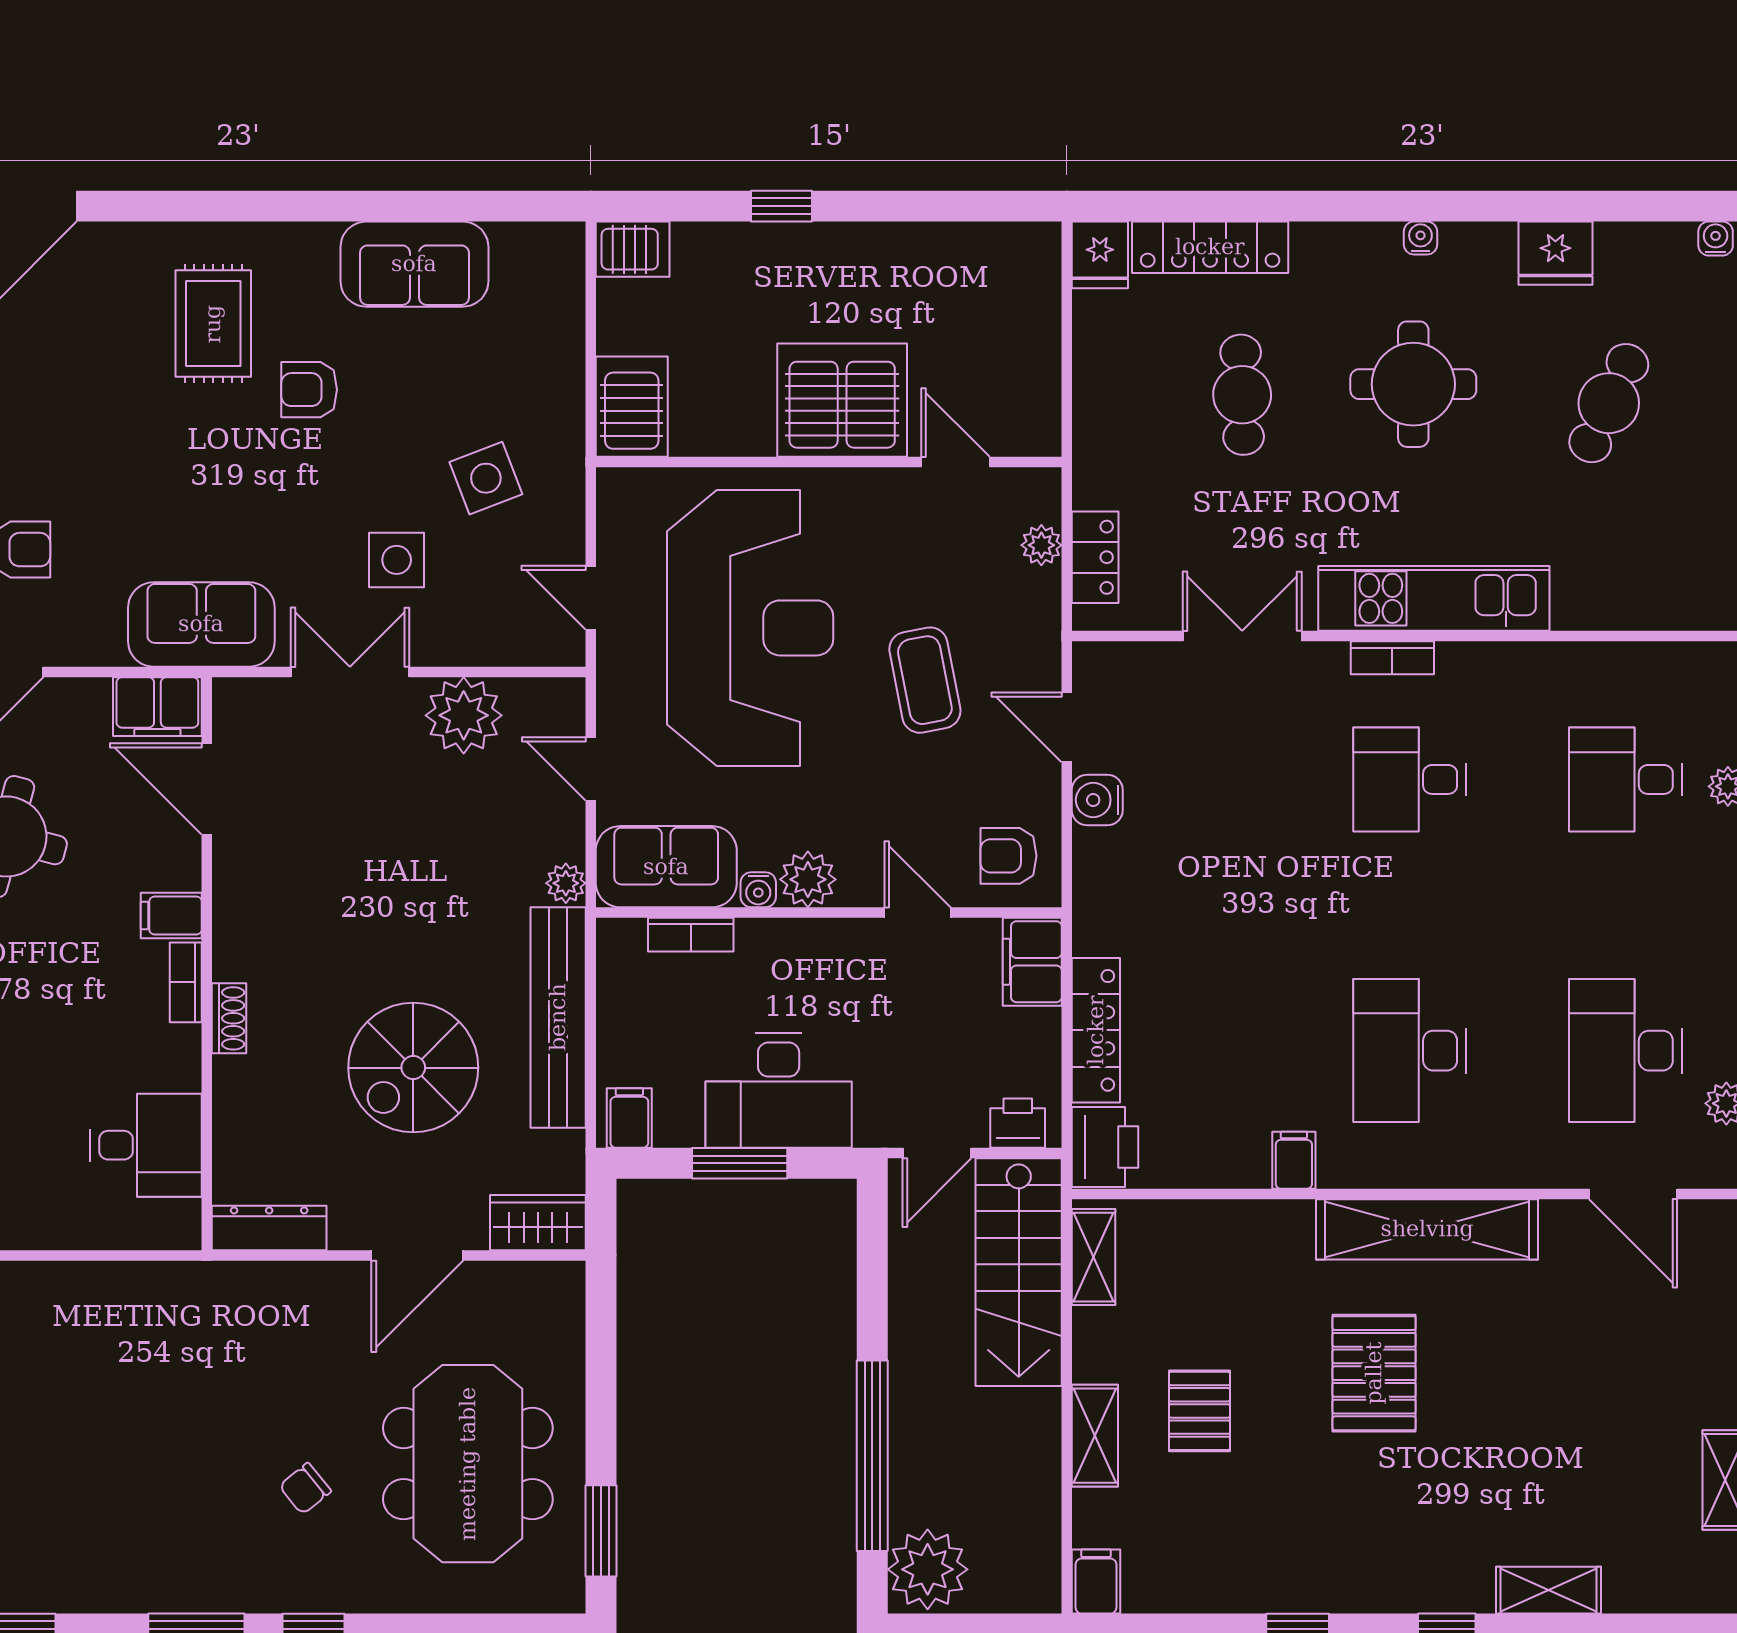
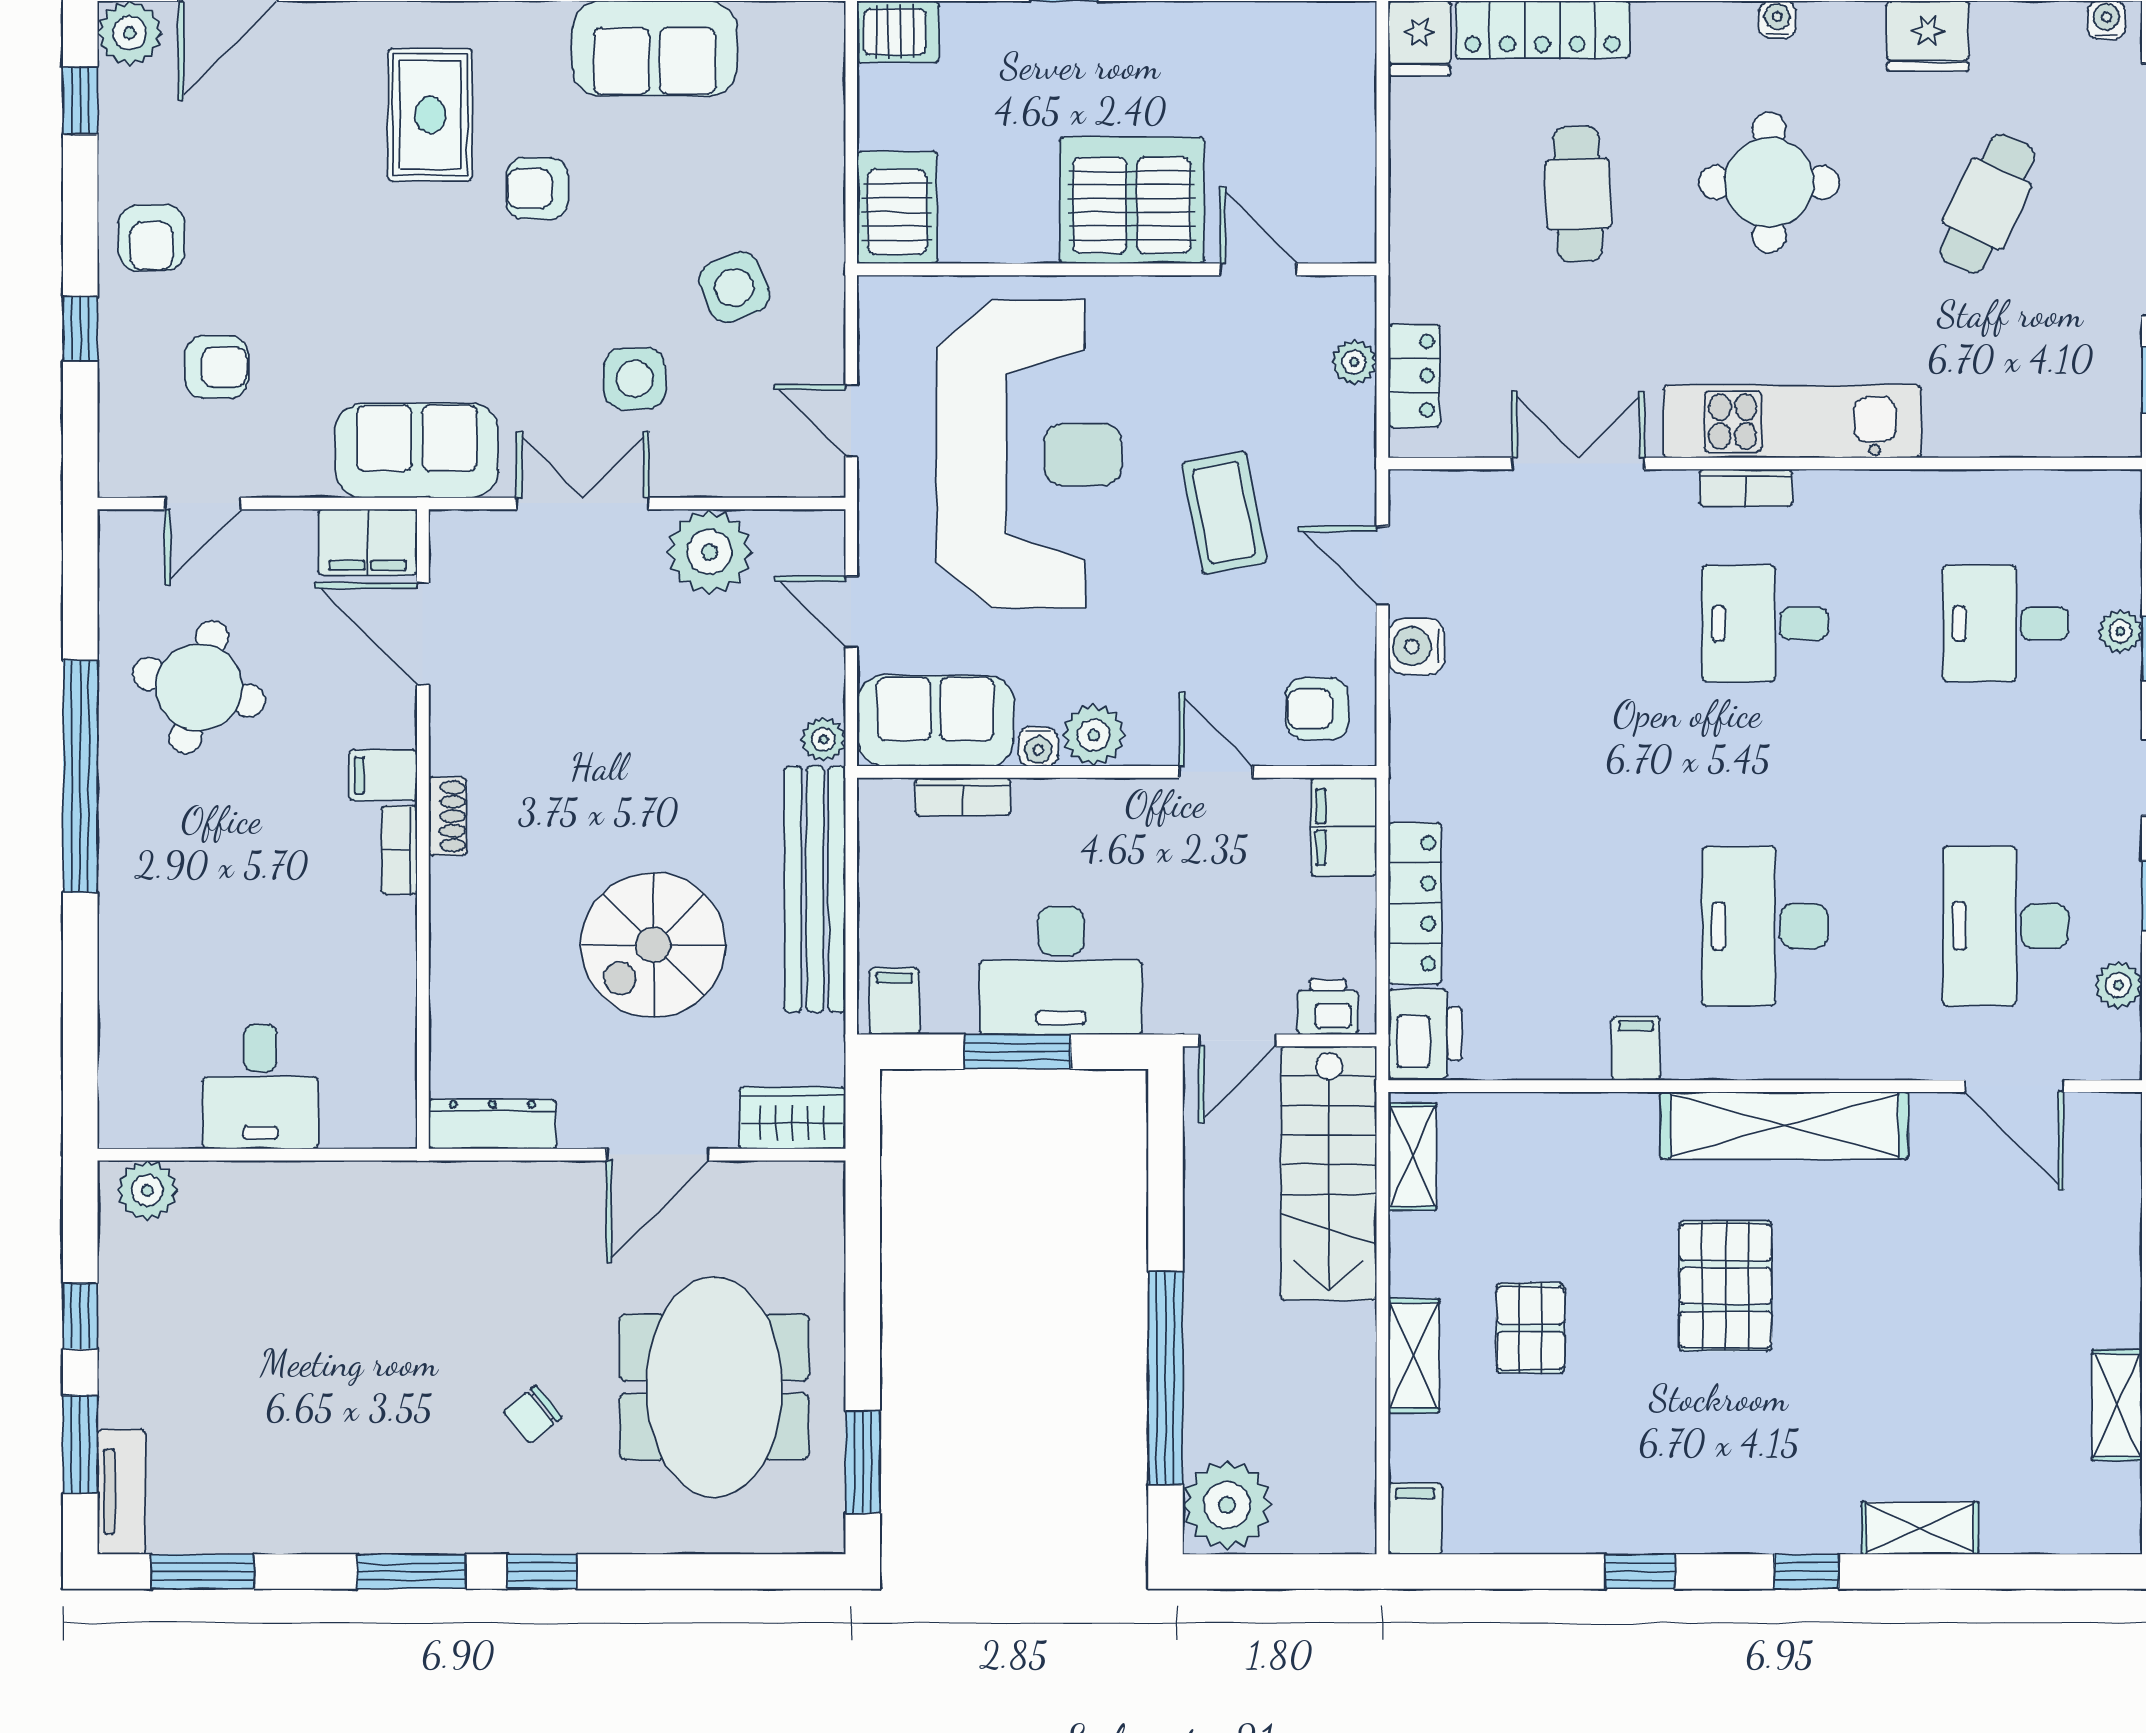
shoe rack: (229, 1018) -> (448, 816), moved
desk: (146, 1145) -> (260, 1087), moved, turned 90

